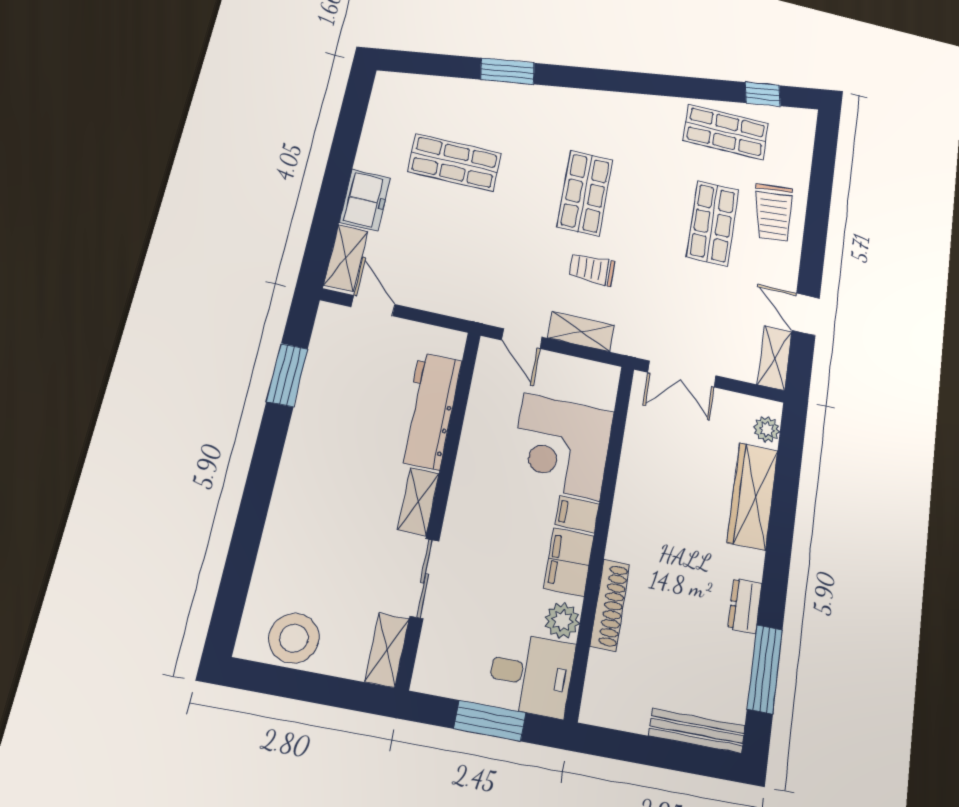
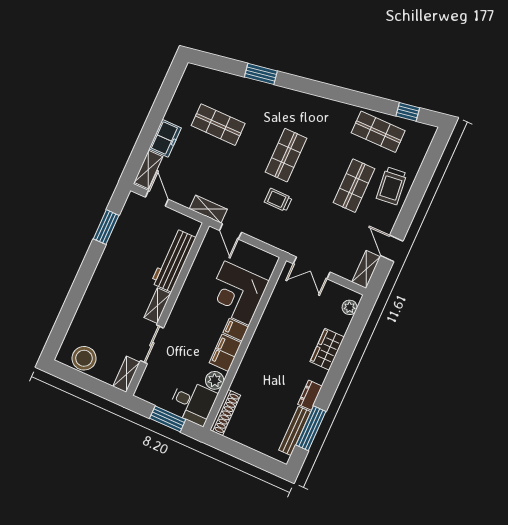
shelving: (581, 332) -> (208, 209), moved
wardrobe: (753, 496) -> (327, 349), width x0.67
shoe rack: (610, 605) -> (225, 413), moved
bench: (697, 731) -> (295, 431), moved, turned 90

